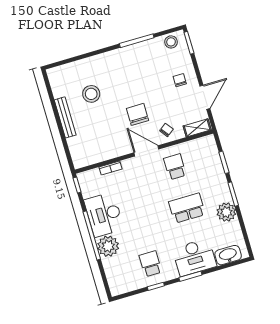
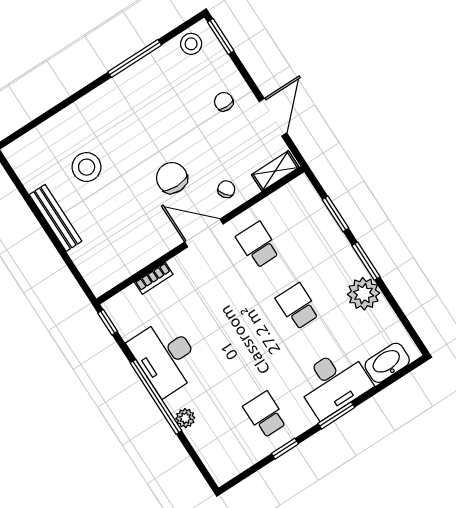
school desk: (187, 208) -> (298, 306), width x0.54
plant: (108, 246) -> (185, 418), width x0.53, depth x0.53

